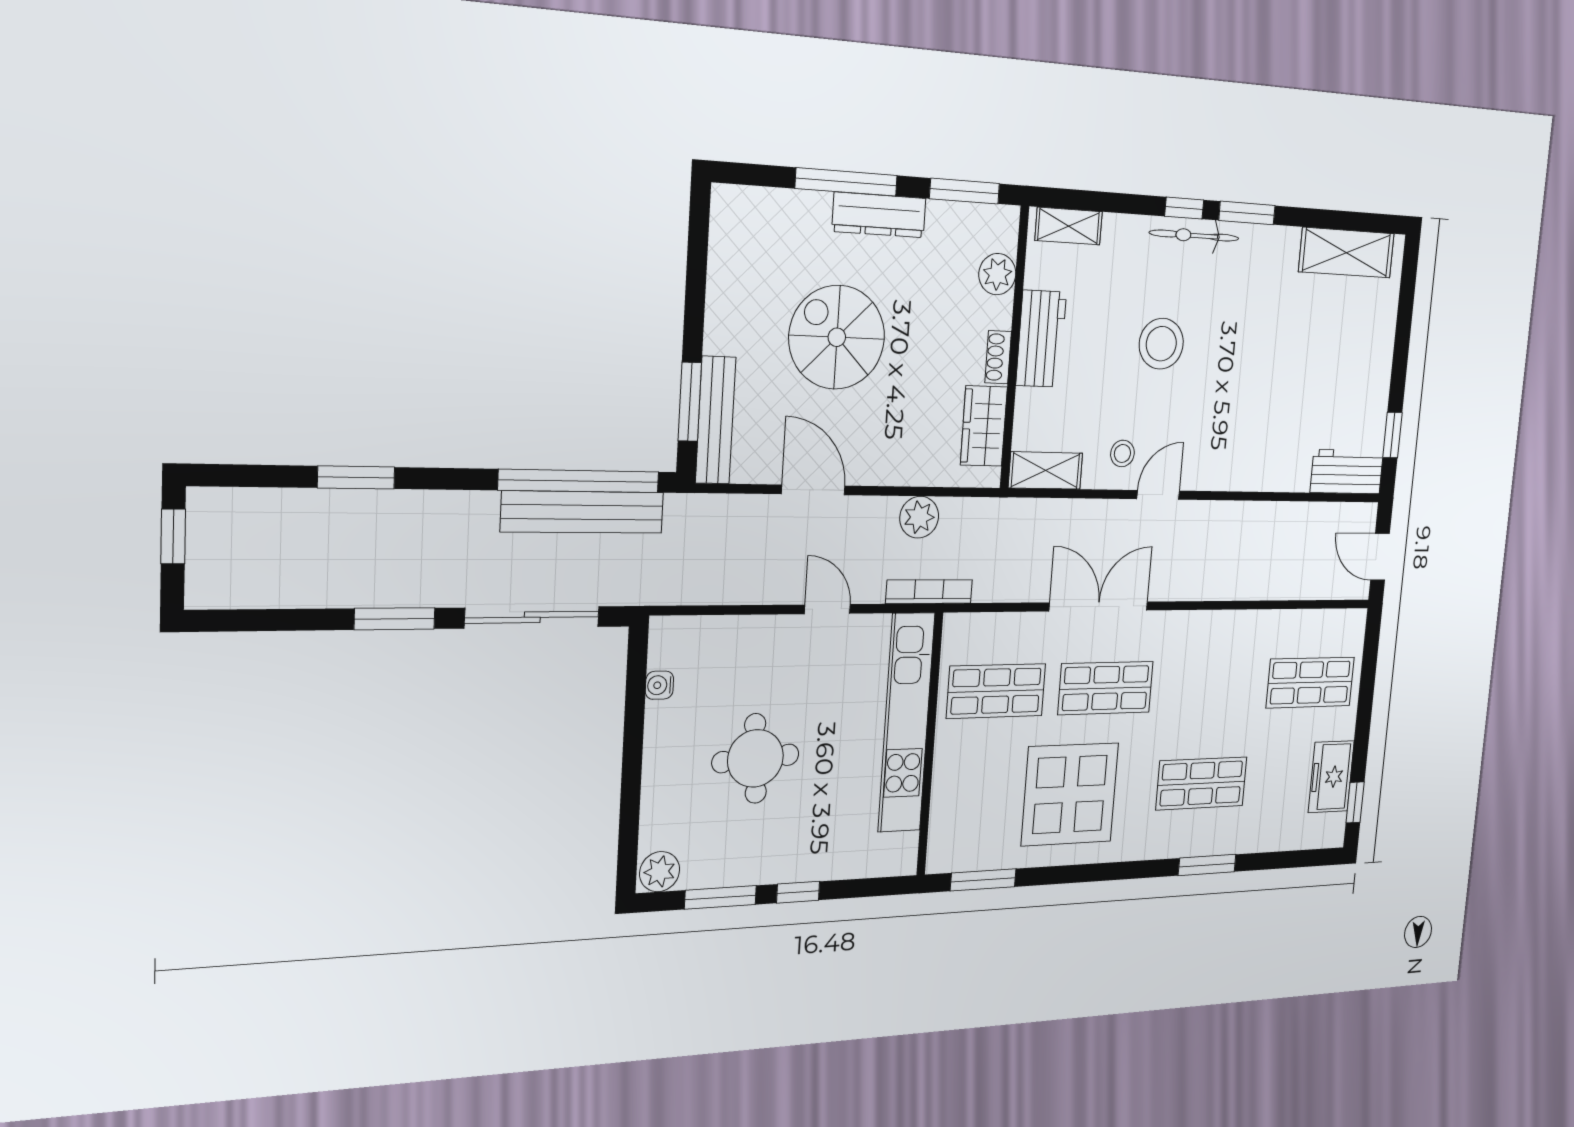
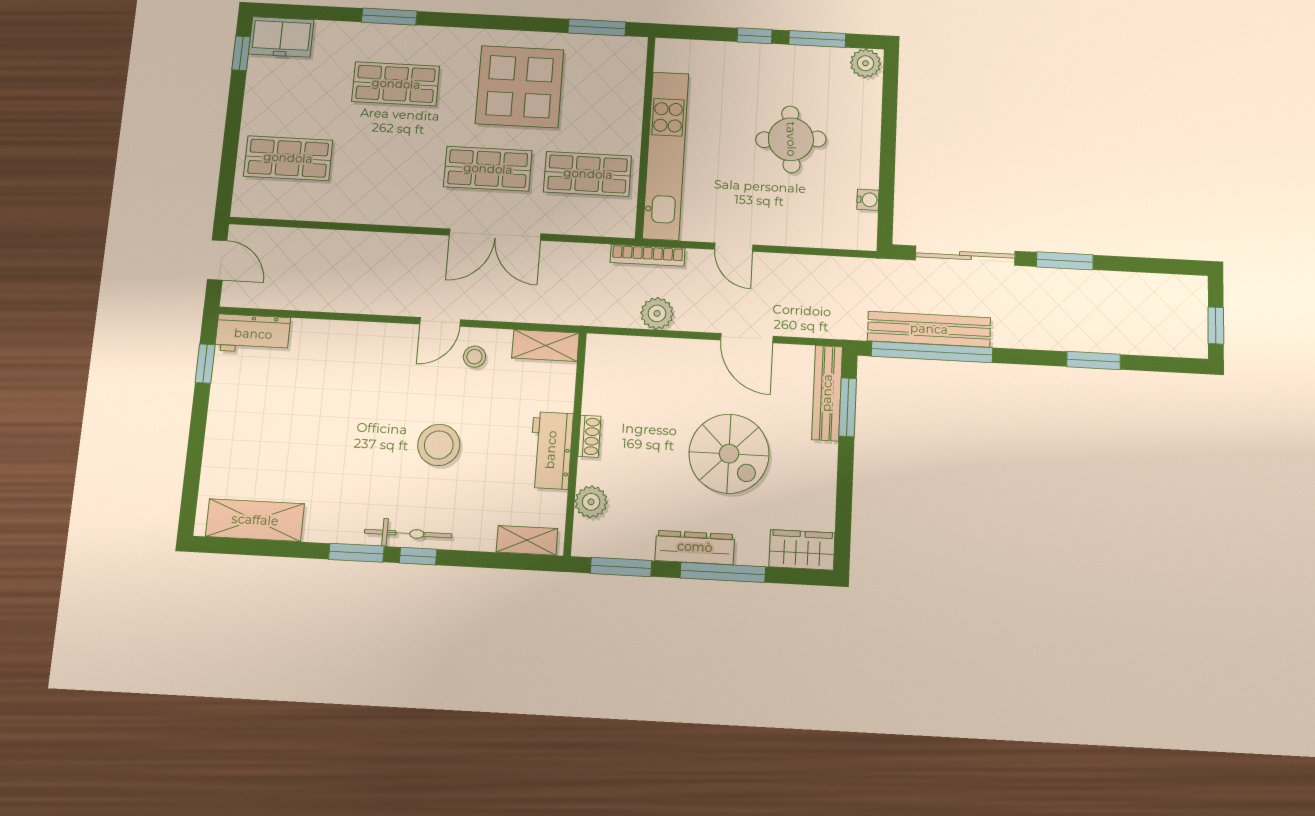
wardrobe: (984, 426) -> (802, 550), moved, turned -90
freezer: (1331, 777) -> (281, 37), moved, turned 90

